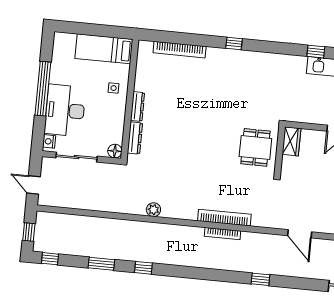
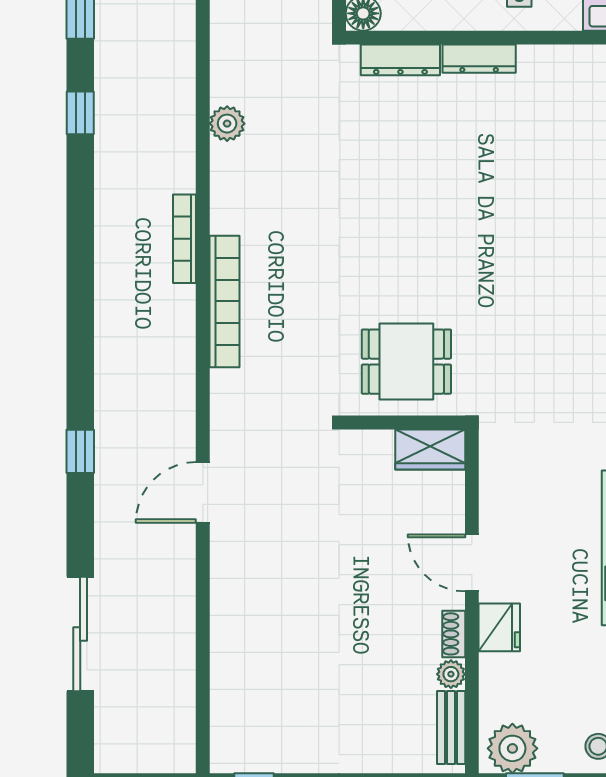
bookcase: (223, 234) -> (185, 239), moved
window: (260, 279) -> (80, 451), moved

